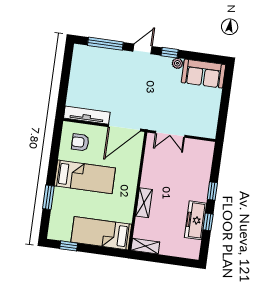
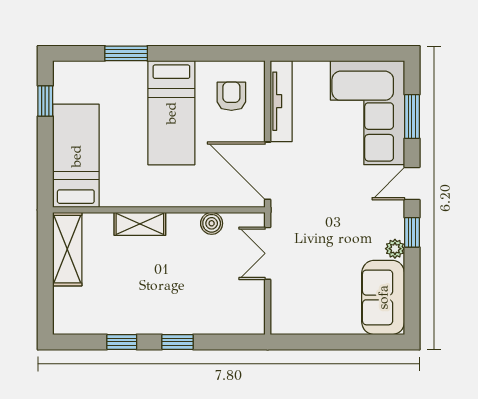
window: (105, 44) -> (412, 117), width x0.69
door: (142, 49) -> (412, 183), swing flipped
corner sofa: (100, 68) -> (368, 113), added
boiler: (149, 163) -> (212, 223), added
freezer: (195, 220) -> (122, 319), removed
shelving: (145, 246) -> (67, 249), width x1.50, depth x1.33

